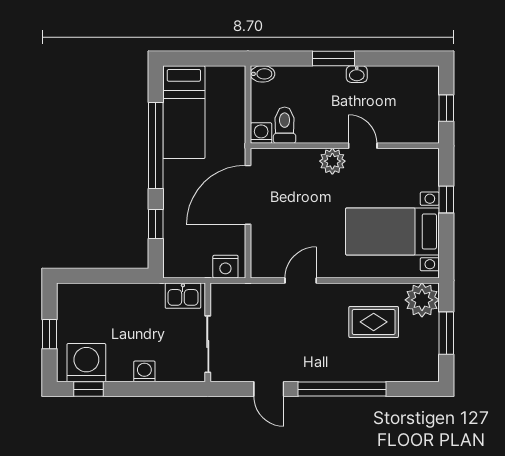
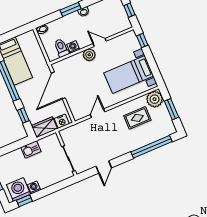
washing machine: (261, 133) -> (73, 47), moved
window: (446, 199) -> (142, 40), moved
wardrobe: (187, 264) -> (44, 127), added
kitchen sink: (183, 296) -> (31, 149), moved
washing machine: (144, 371) -> (34, 187), moved
door: (269, 389) -> (104, 167), hinge flipped
window: (342, 389) -> (152, 147), moved

